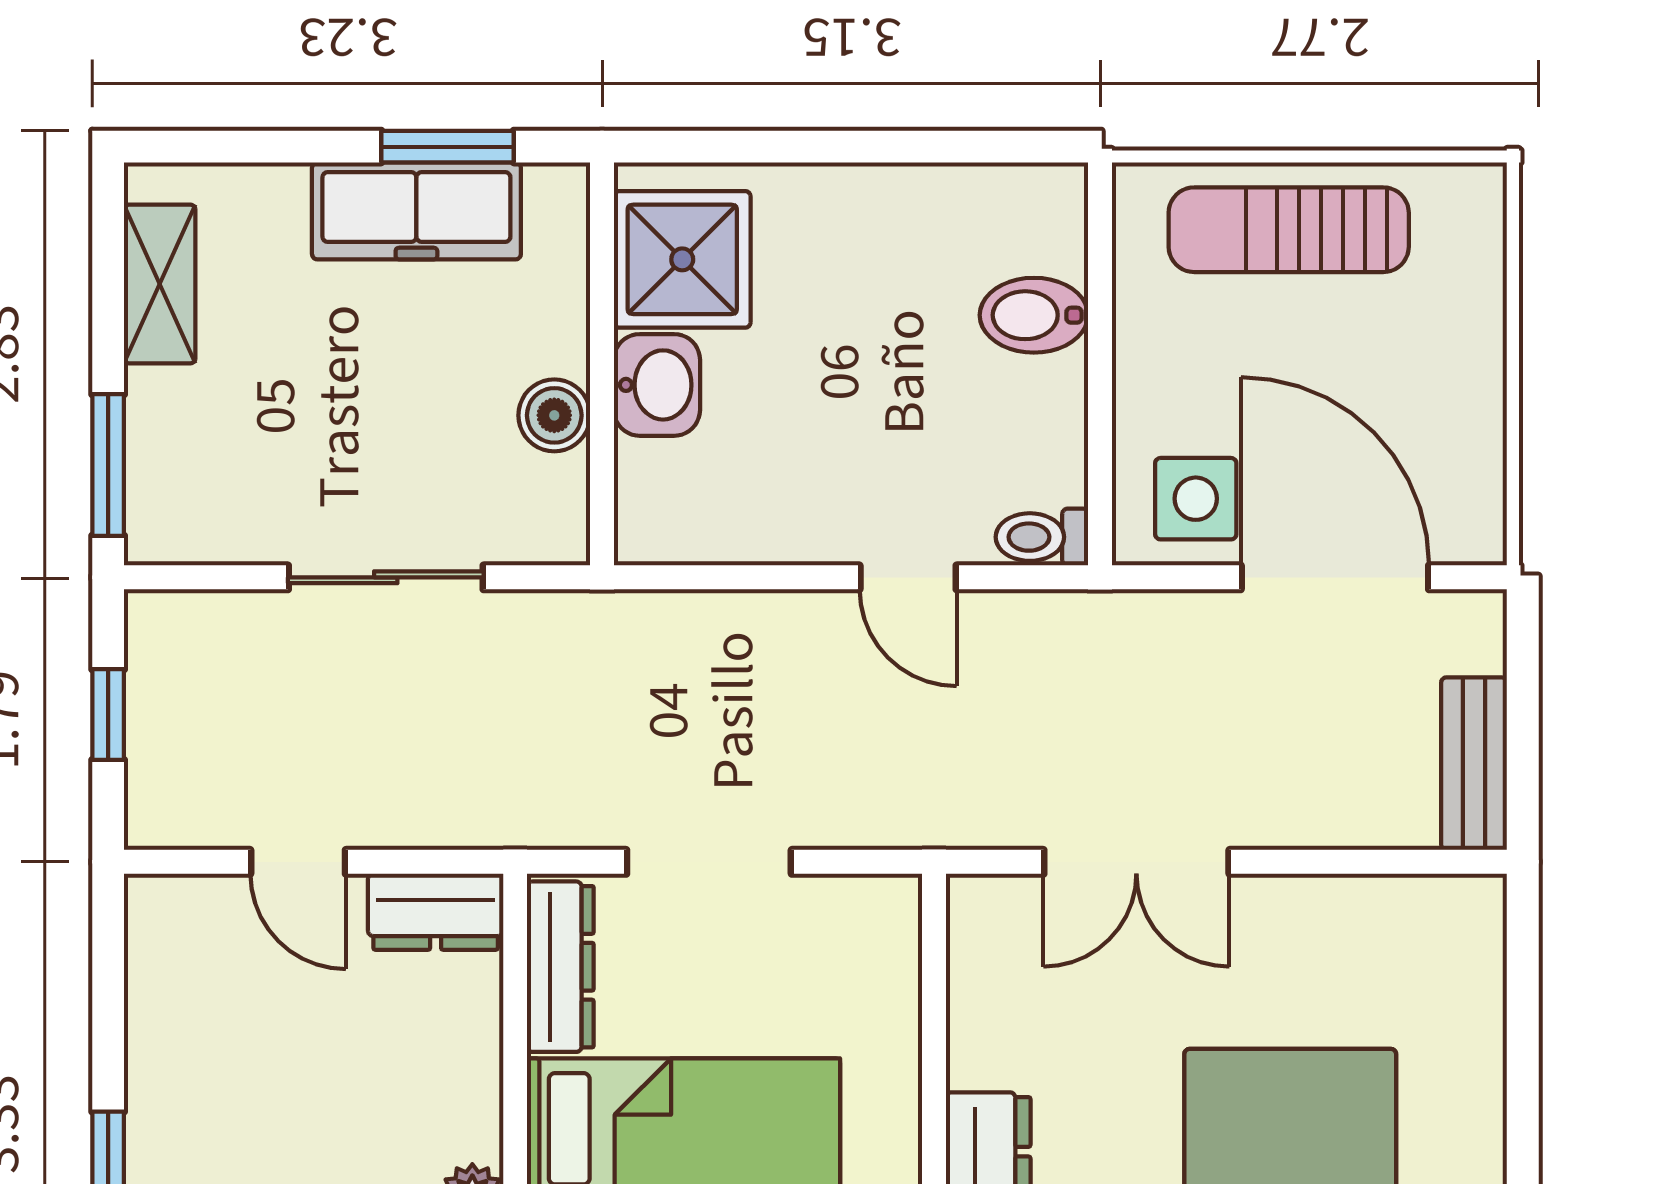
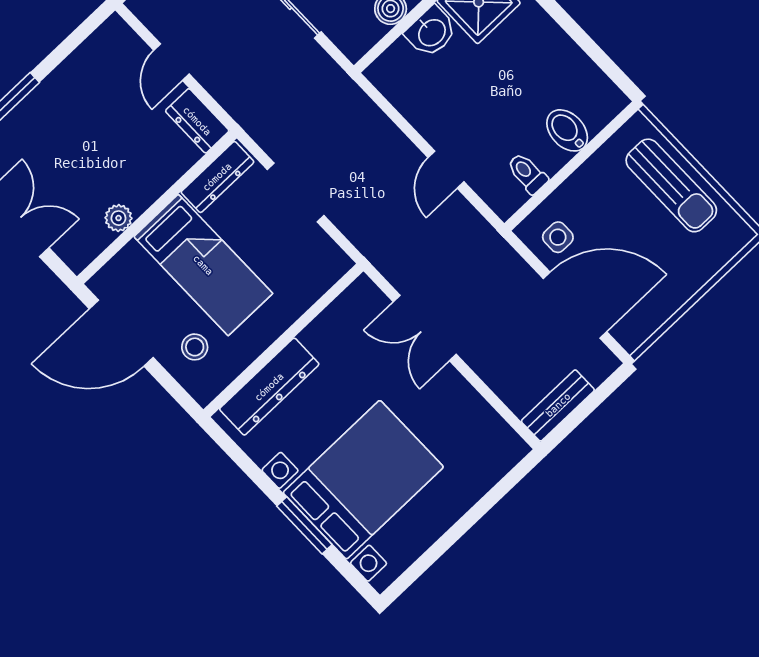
sun lounger: (1289, 230) -> (671, 185), turned 180
side table: (1196, 499) -> (558, 237), width x0.73, depth x0.73
toilet: (1042, 537) -> (527, 173), moved
door: (1335, 577) -> (575, 305), hinge flipped

